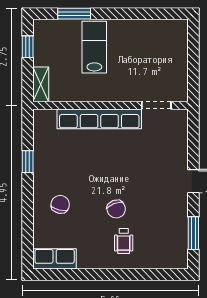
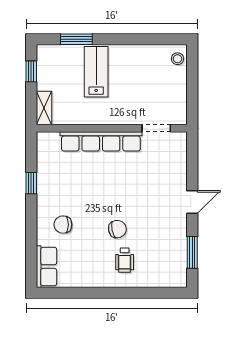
stool: (178, 34) -> (178, 59), added
chair: (60, 204) -> (63, 225), turned -104
chair: (116, 209) -> (117, 229), turned -81
row of seats: (55, 259) -> (46, 267), moved, turned 90

